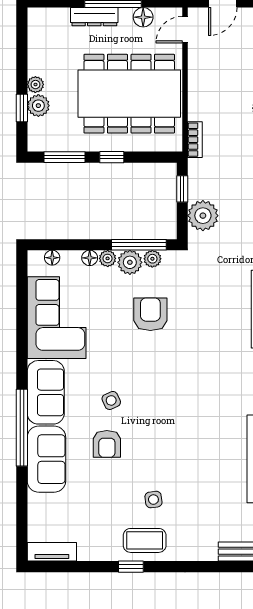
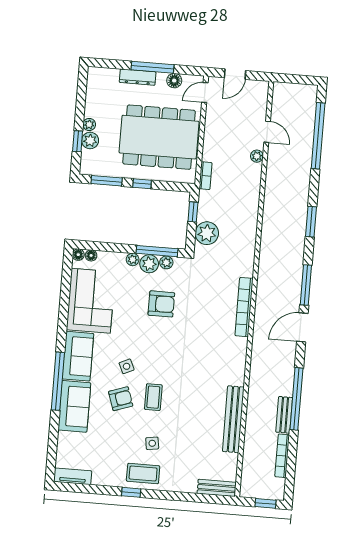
floor lamp: (90, 258) -> (78, 255), moved
armchair: (150, 314) -> (161, 304), turned 90
coffee table: (150, 438) -> (153, 397), added
armchair: (107, 444) -> (121, 399), turned -109

